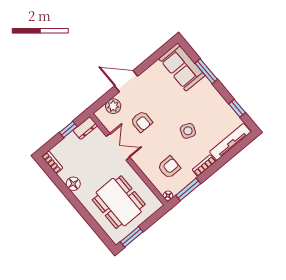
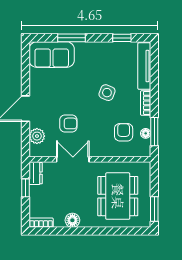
floor lamp: (168, 196) -> (146, 133), moved
dining table: (119, 202) -> (118, 196), turned 90

